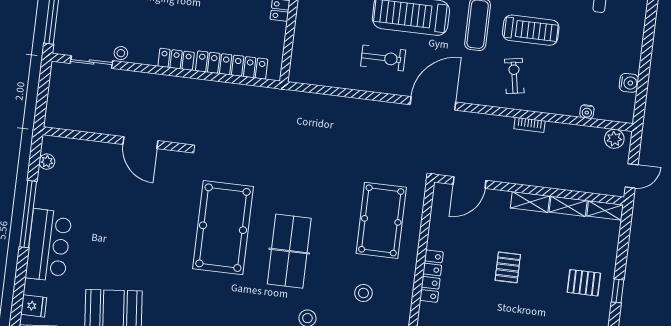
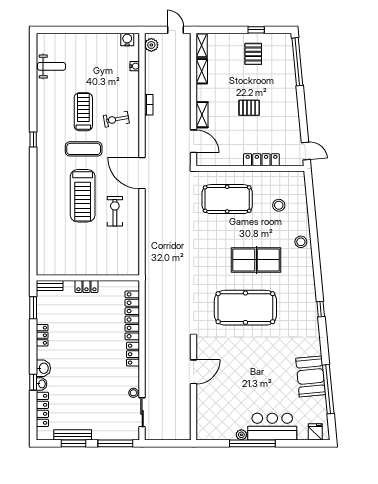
water cooler: (629, 83) -> (127, 40), moved
plant: (47, 162) -> (241, 435), moved
shelving: (530, 202) -> (202, 115), moved

